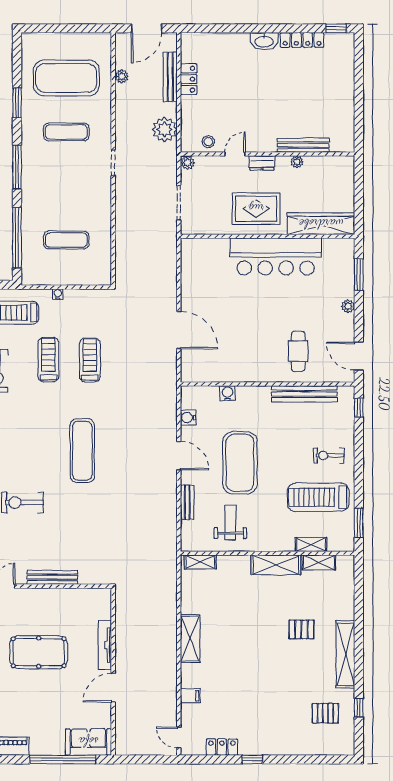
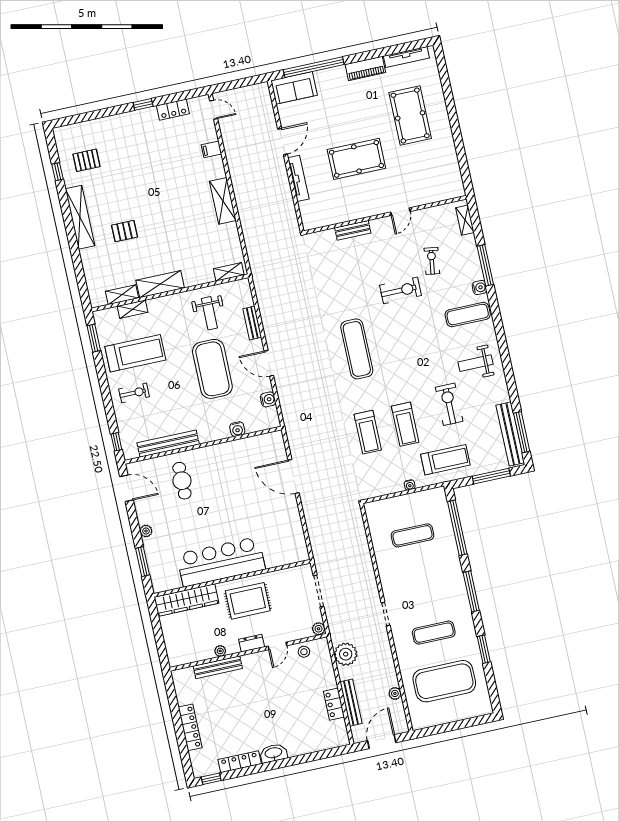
locker: (347, 88) -> (190, 727), added
bench: (52, 577) -> (353, 230), width x0.73

